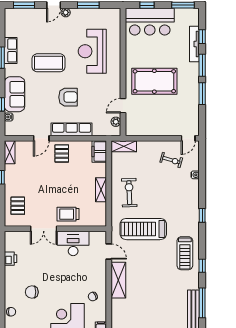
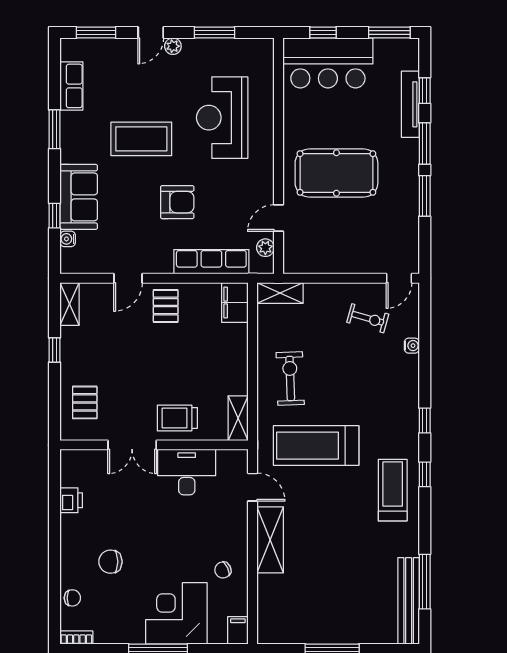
row of seats: (11, 50) -> (71, 86), moved
row of seats: (72, 129) -> (211, 262), moved
shelving: (101, 190) -> (238, 418), moved
treadmill: (185, 253) -> (393, 490), turned 180
window: (202, 266) -> (425, 474), moved

